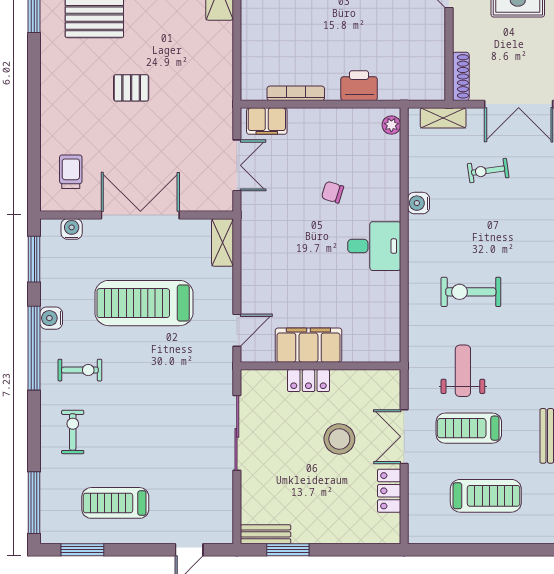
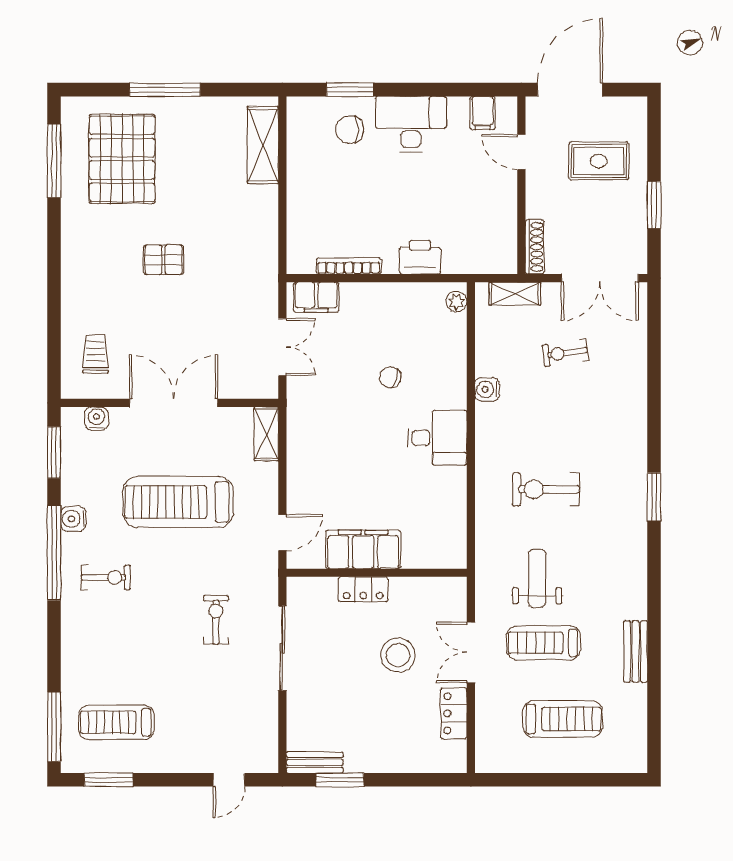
exercise bike: (73, 432) -> (216, 620), moved
treadmill: (115, 503) -> (116, 722), moved

